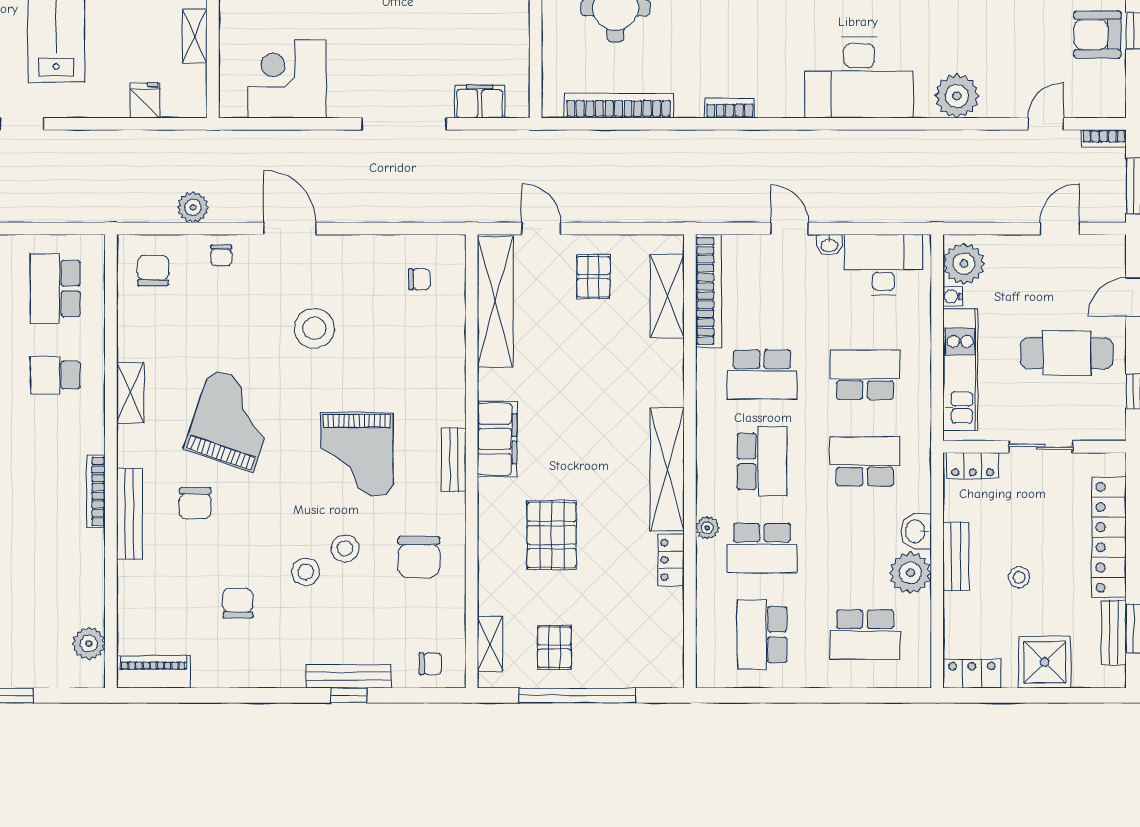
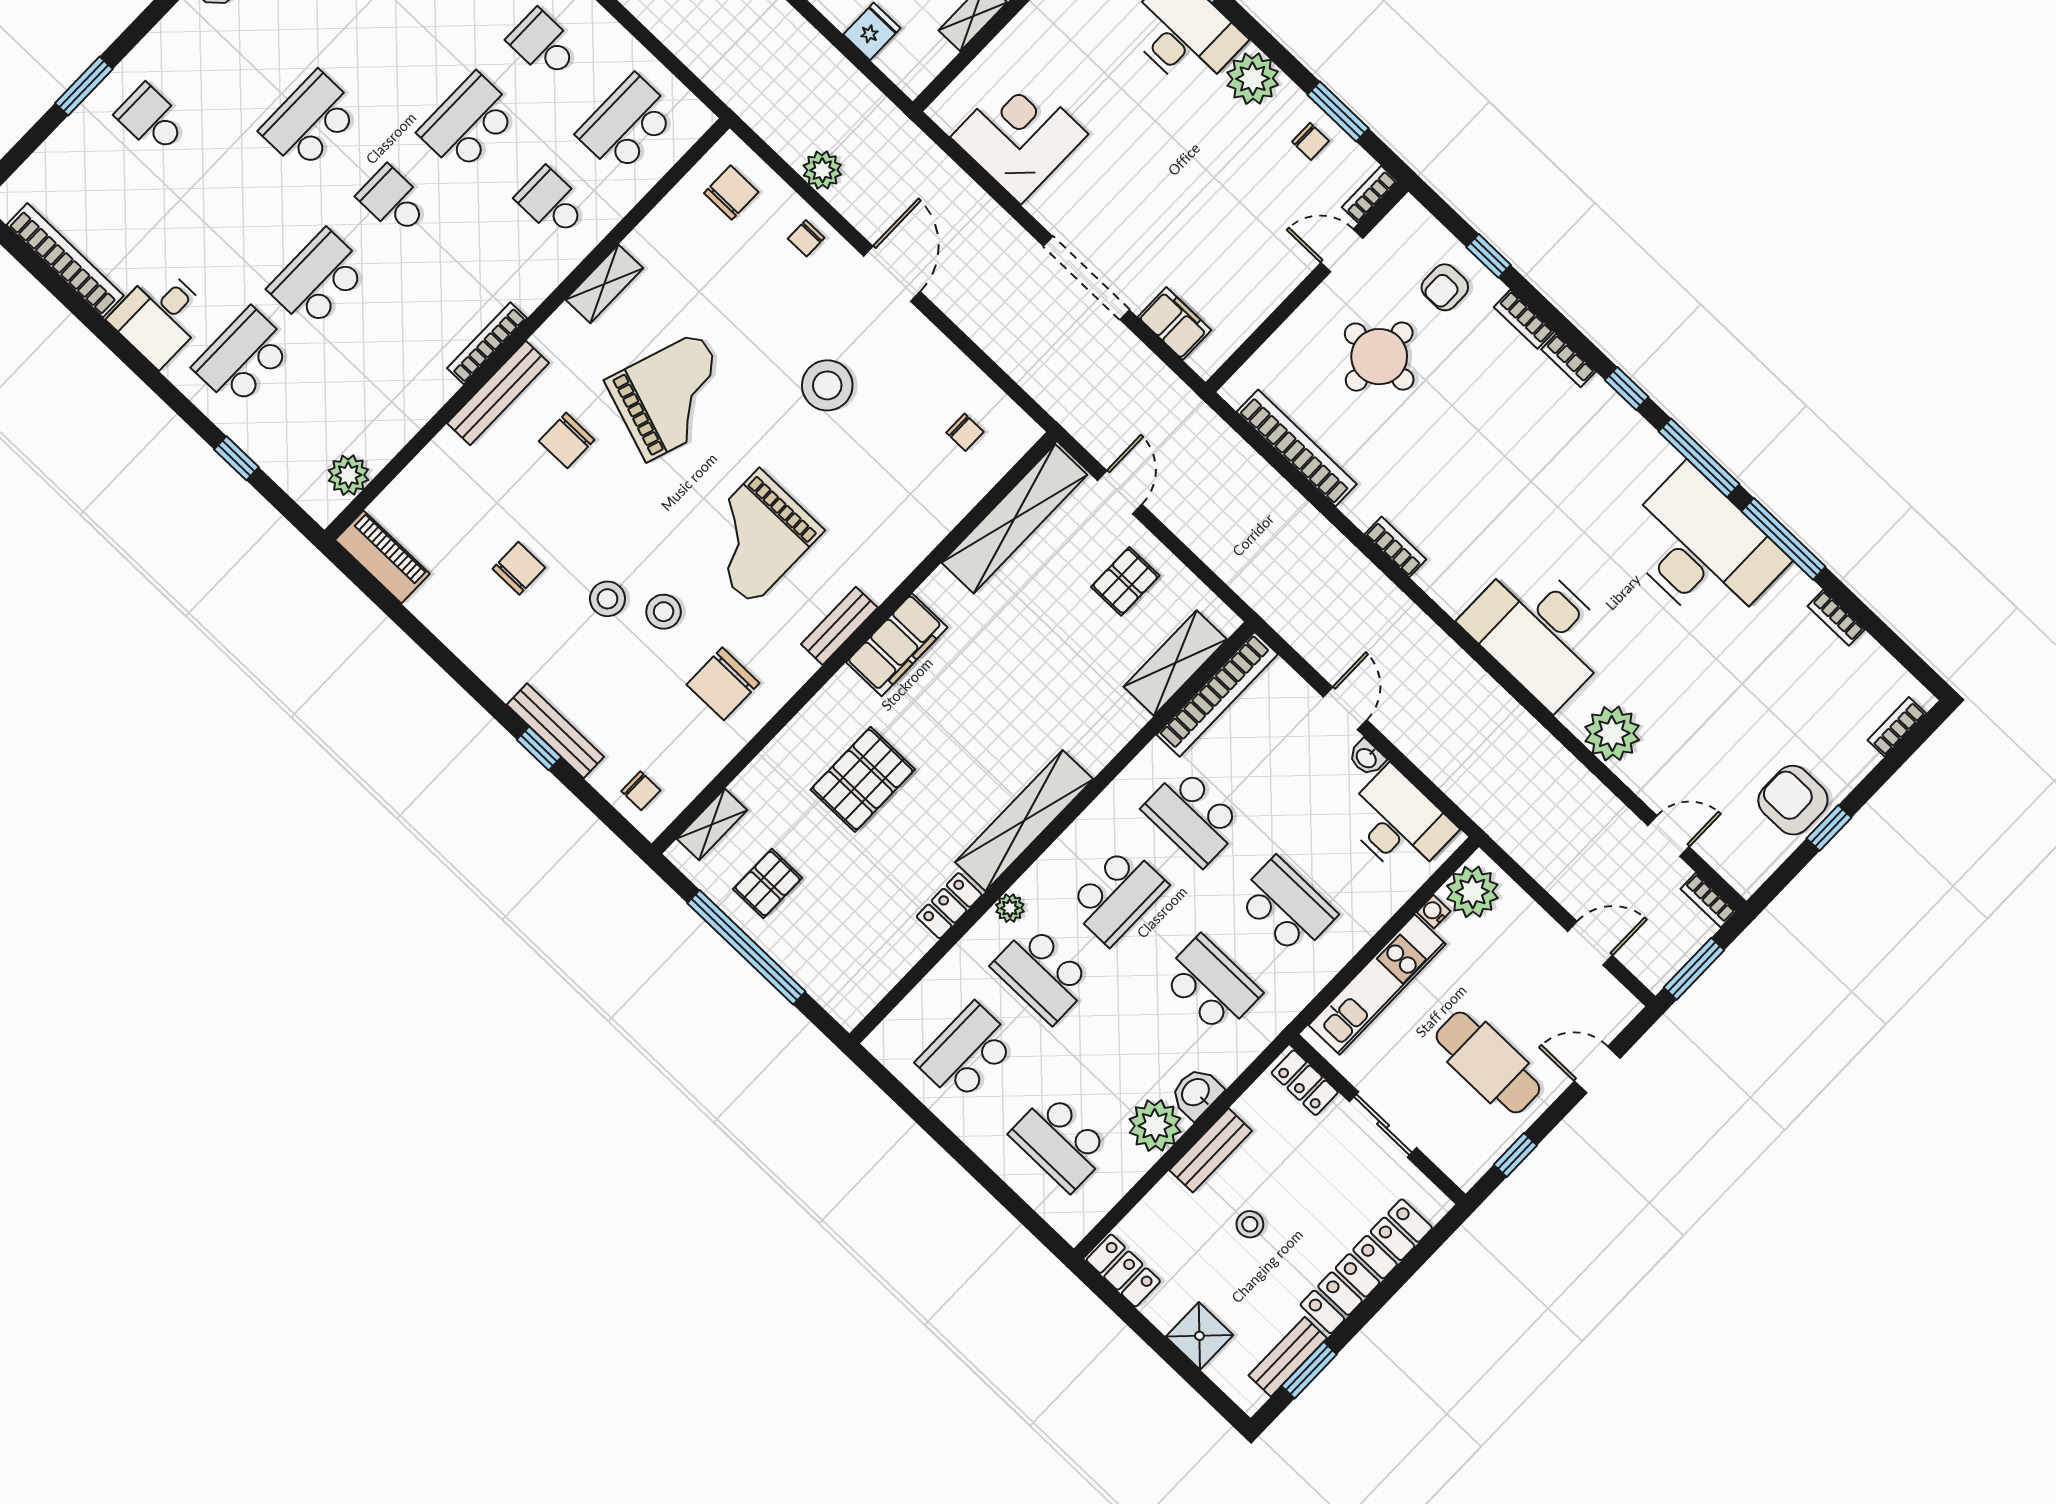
shower: (1045, 662) -> (1199, 1336), width x0.73, depth x0.73

